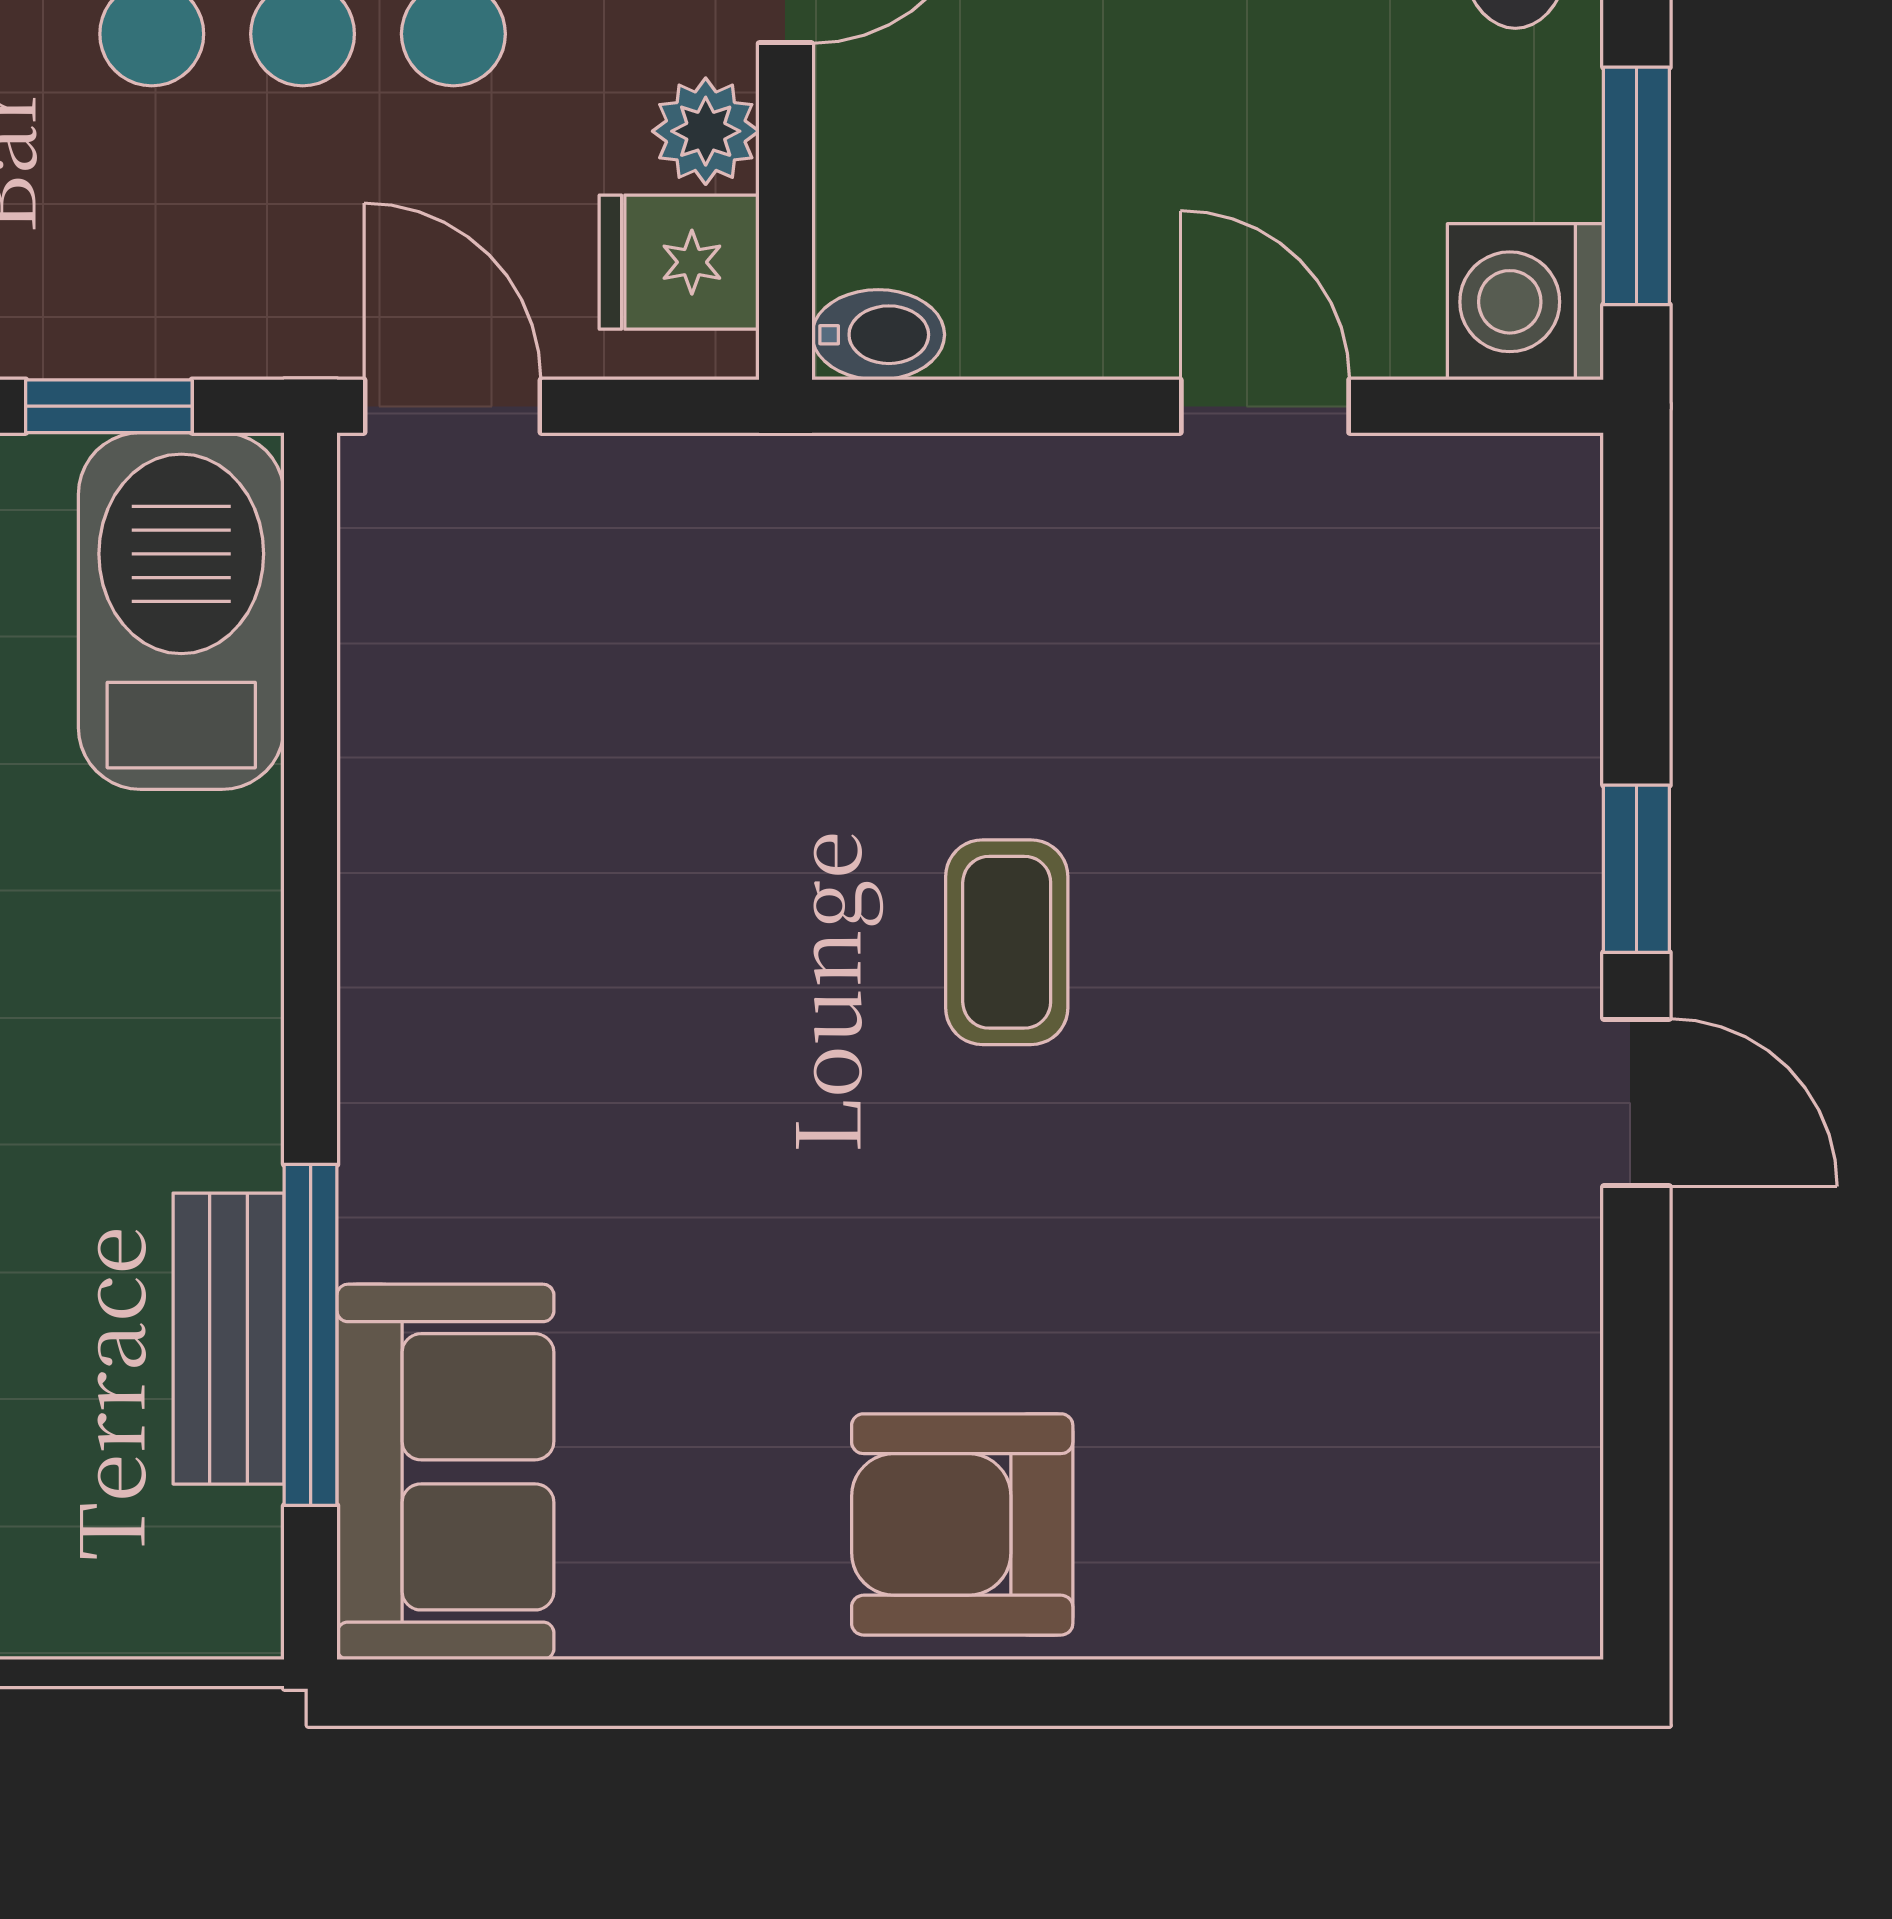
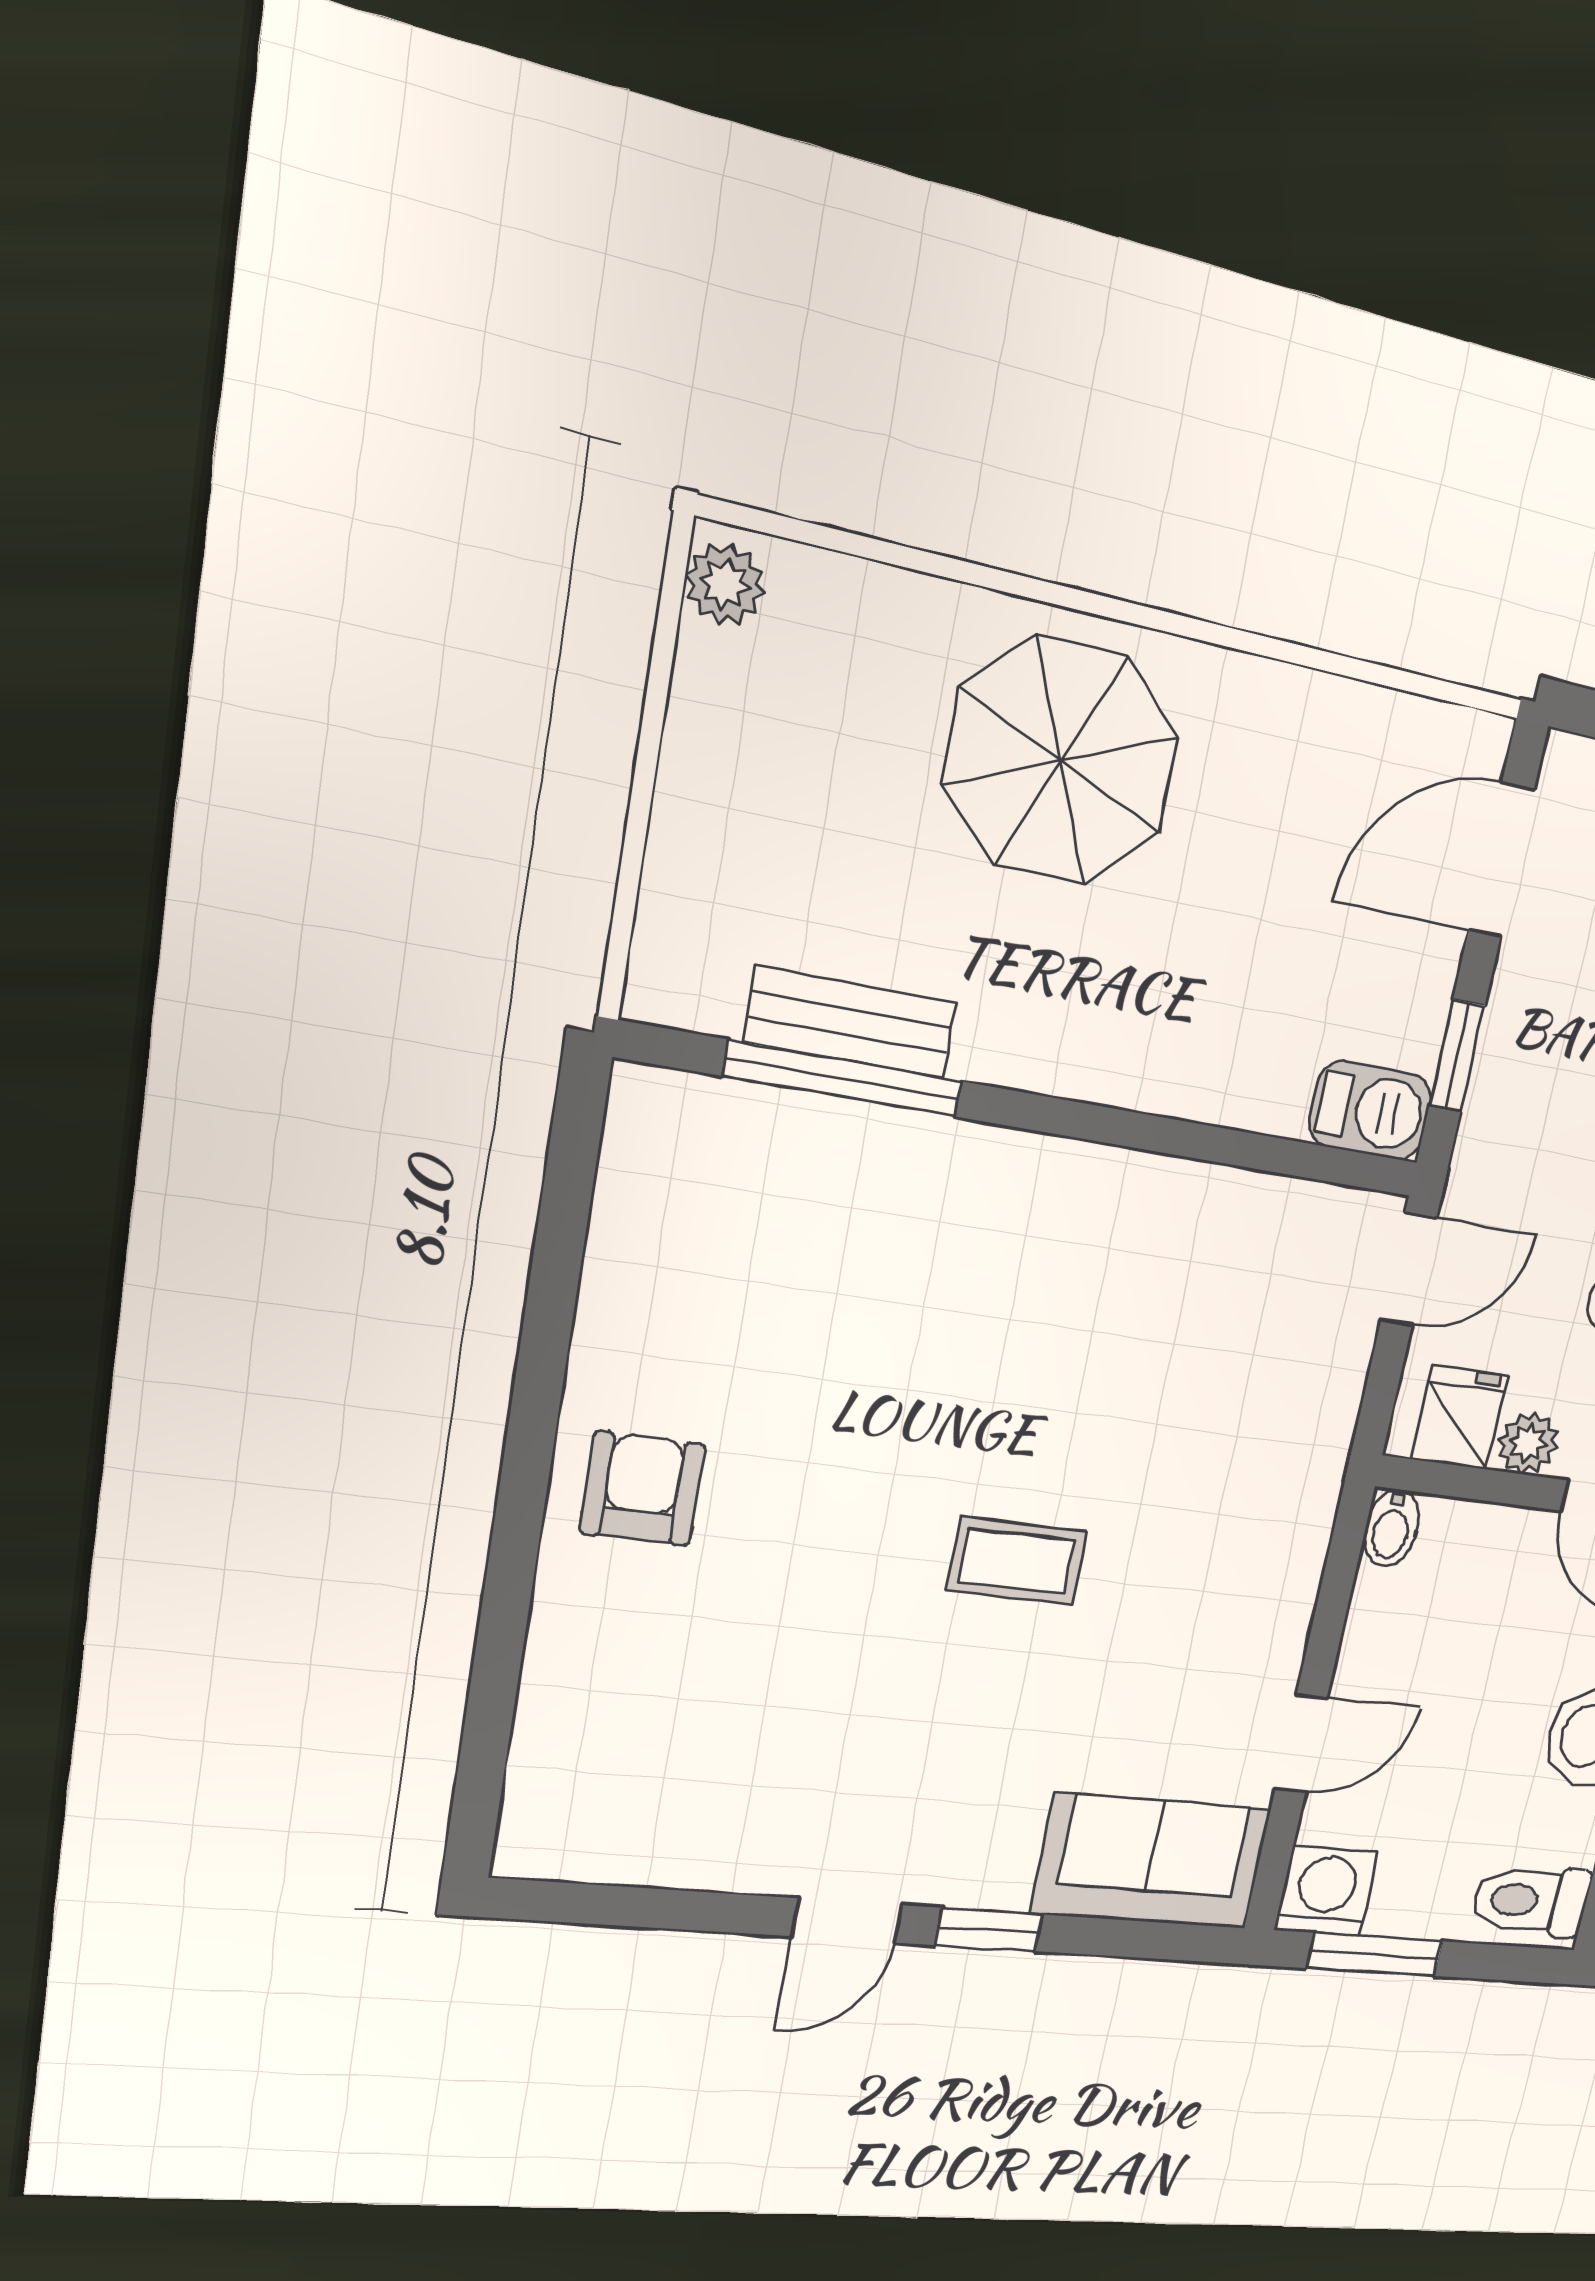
barbecue: (181, 611) -> (1370, 1110), width x0.53, depth x0.65
sofa: (445, 1472) -> (1151, 1861), moved, turned 180
armchair: (962, 1524) -> (642, 1489), width x0.72, depth x0.72

